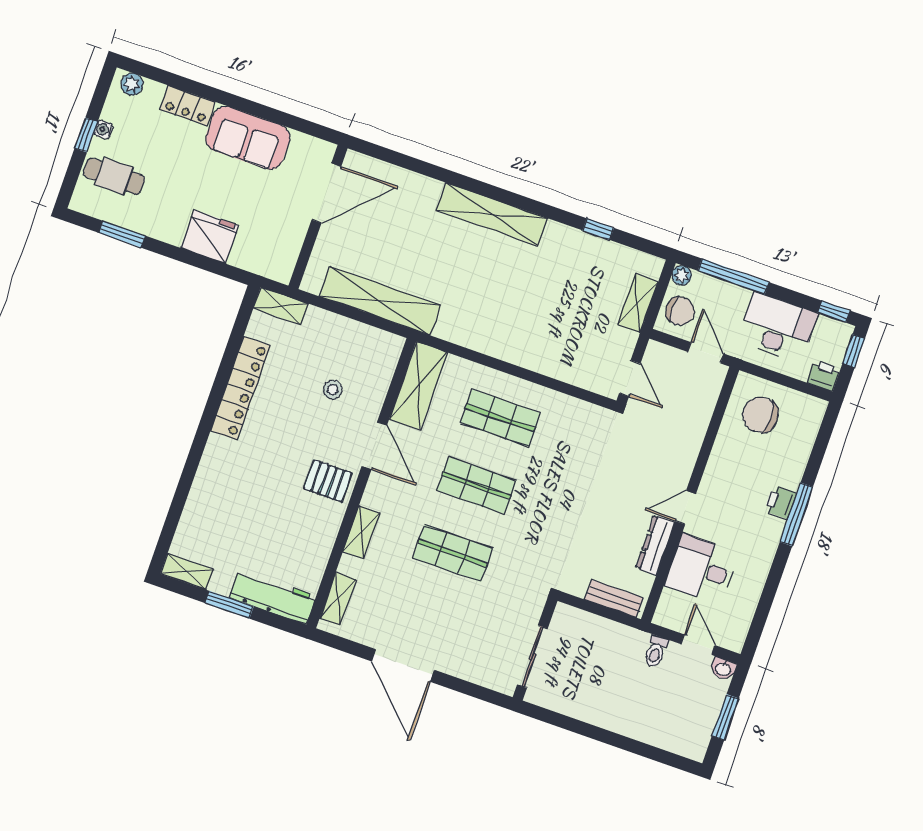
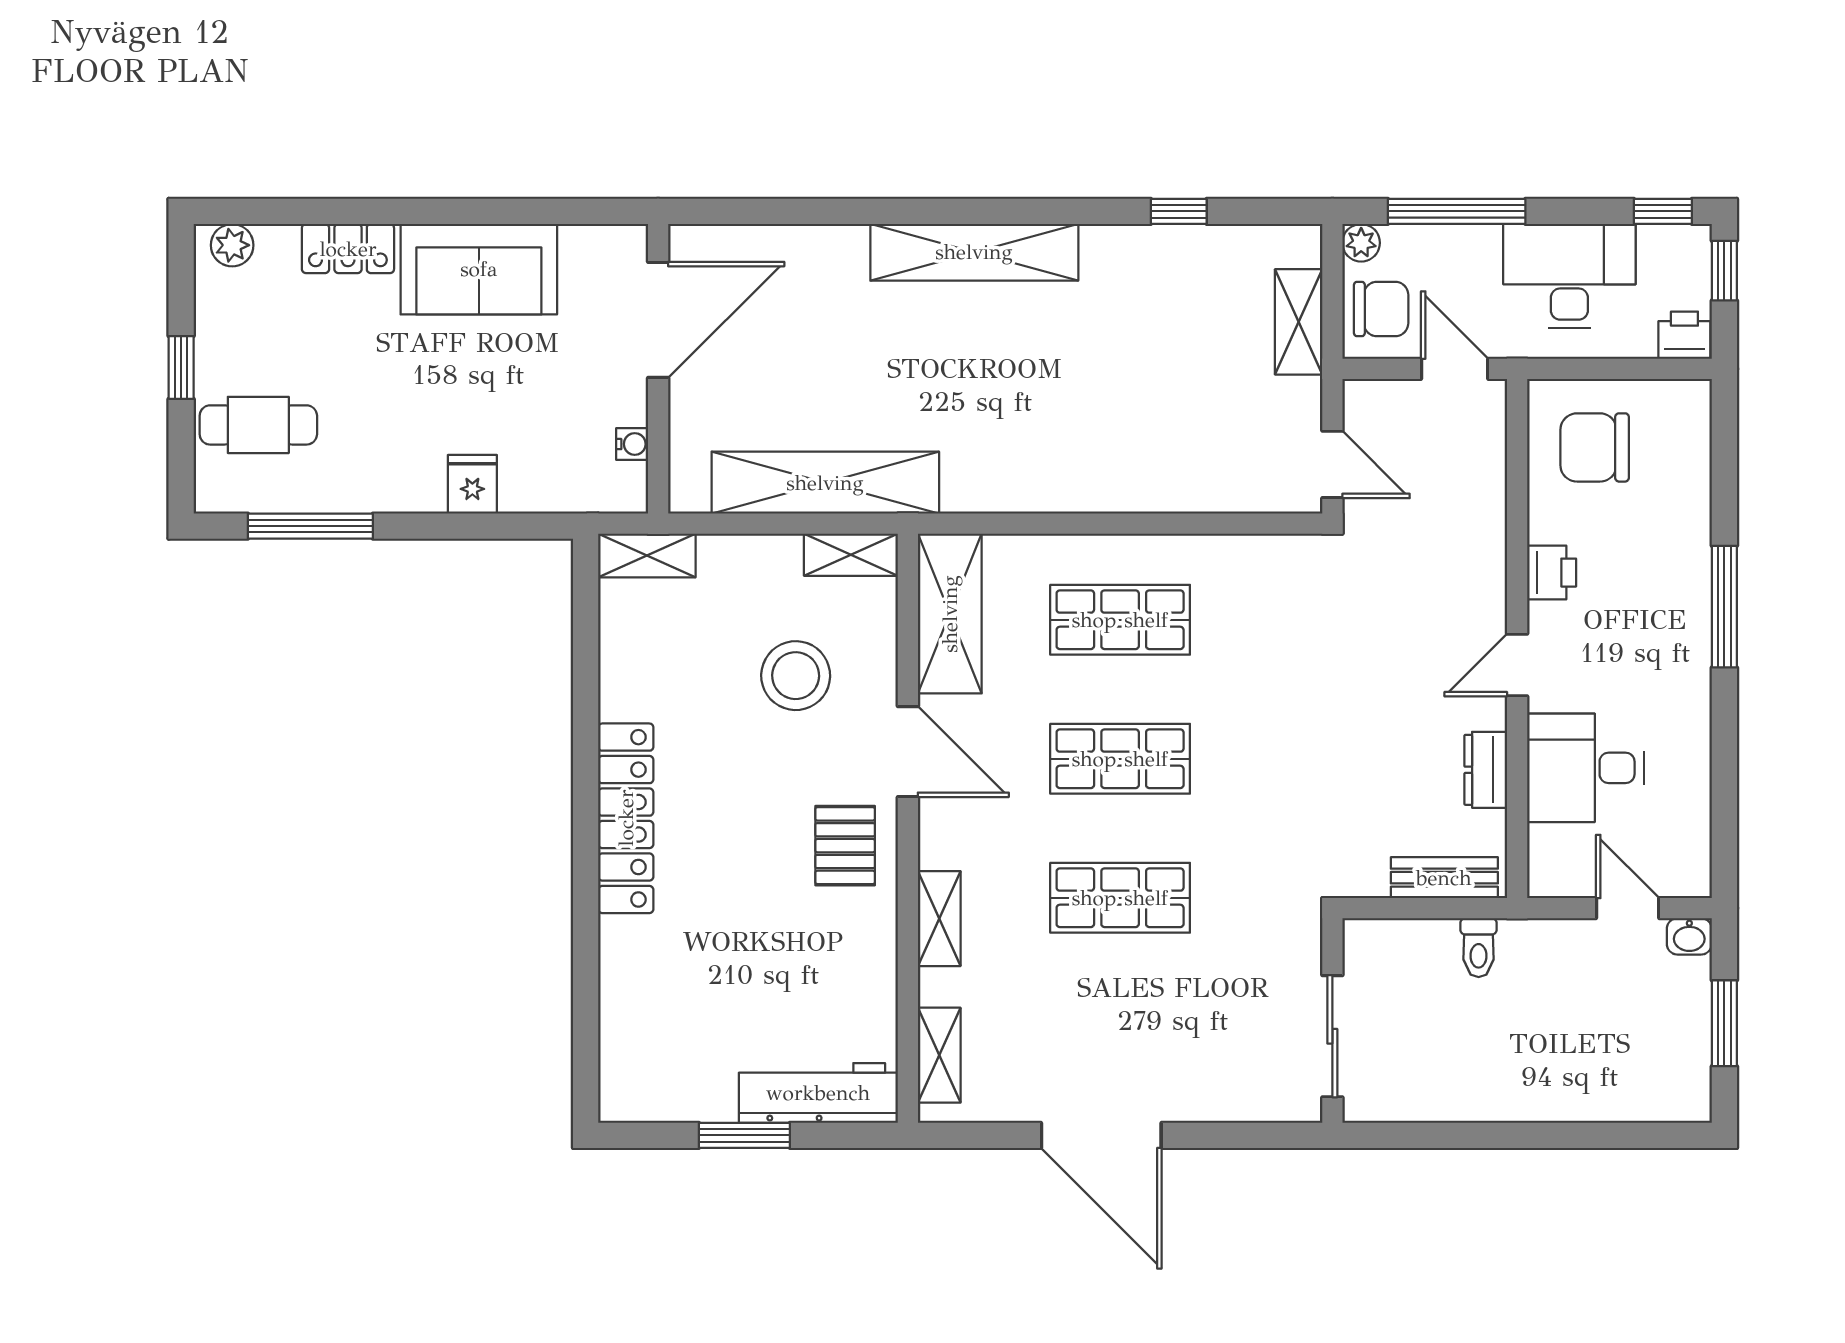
water cooler: (104, 130) -> (632, 444), moved, turned 180
window: (122, 234) -> (310, 526), width x1.44
fridge: (210, 237) -> (472, 484), width x0.53, depth x0.75
locker: (240, 388) -> (626, 818), moved
stool: (333, 390) -> (796, 676), width x1.89, depth x1.89
pallet: (328, 481) -> (845, 846), turned 90
printer: (780, 502) -> (1552, 573), moved, turned 180
dresser: (655, 545) -> (1486, 770), width x0.70
shelving: (187, 571) -> (851, 555), moved
toilet: (656, 651) -> (1479, 948), moved

